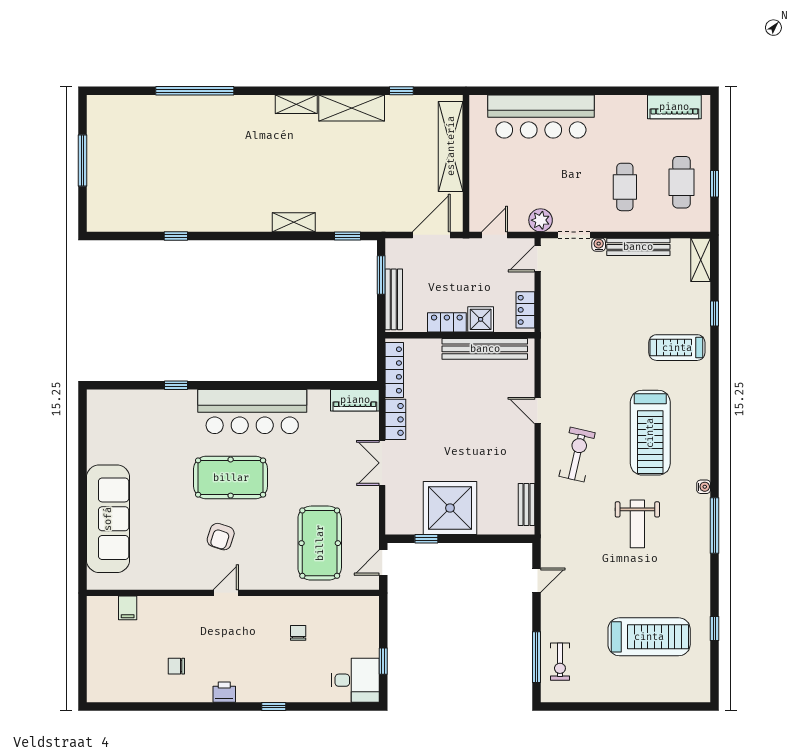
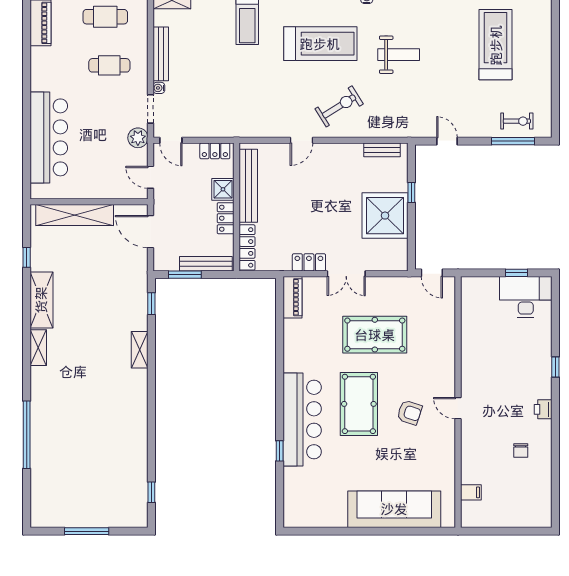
window: (176, 236) -> (151, 492), moved
locker: (394, 370) -> (247, 247), moved, turned 90
bar counter: (252, 412) -> (302, 420), moved
exercise bike: (577, 455) -> (339, 106), turned 135
window: (426, 539) -> (411, 193), moved
pool table: (320, 543) -> (375, 335), moved
chair: (298, 633) -> (492, 346), removed
desk: (355, 680) -> (526, 297), width x1.37

